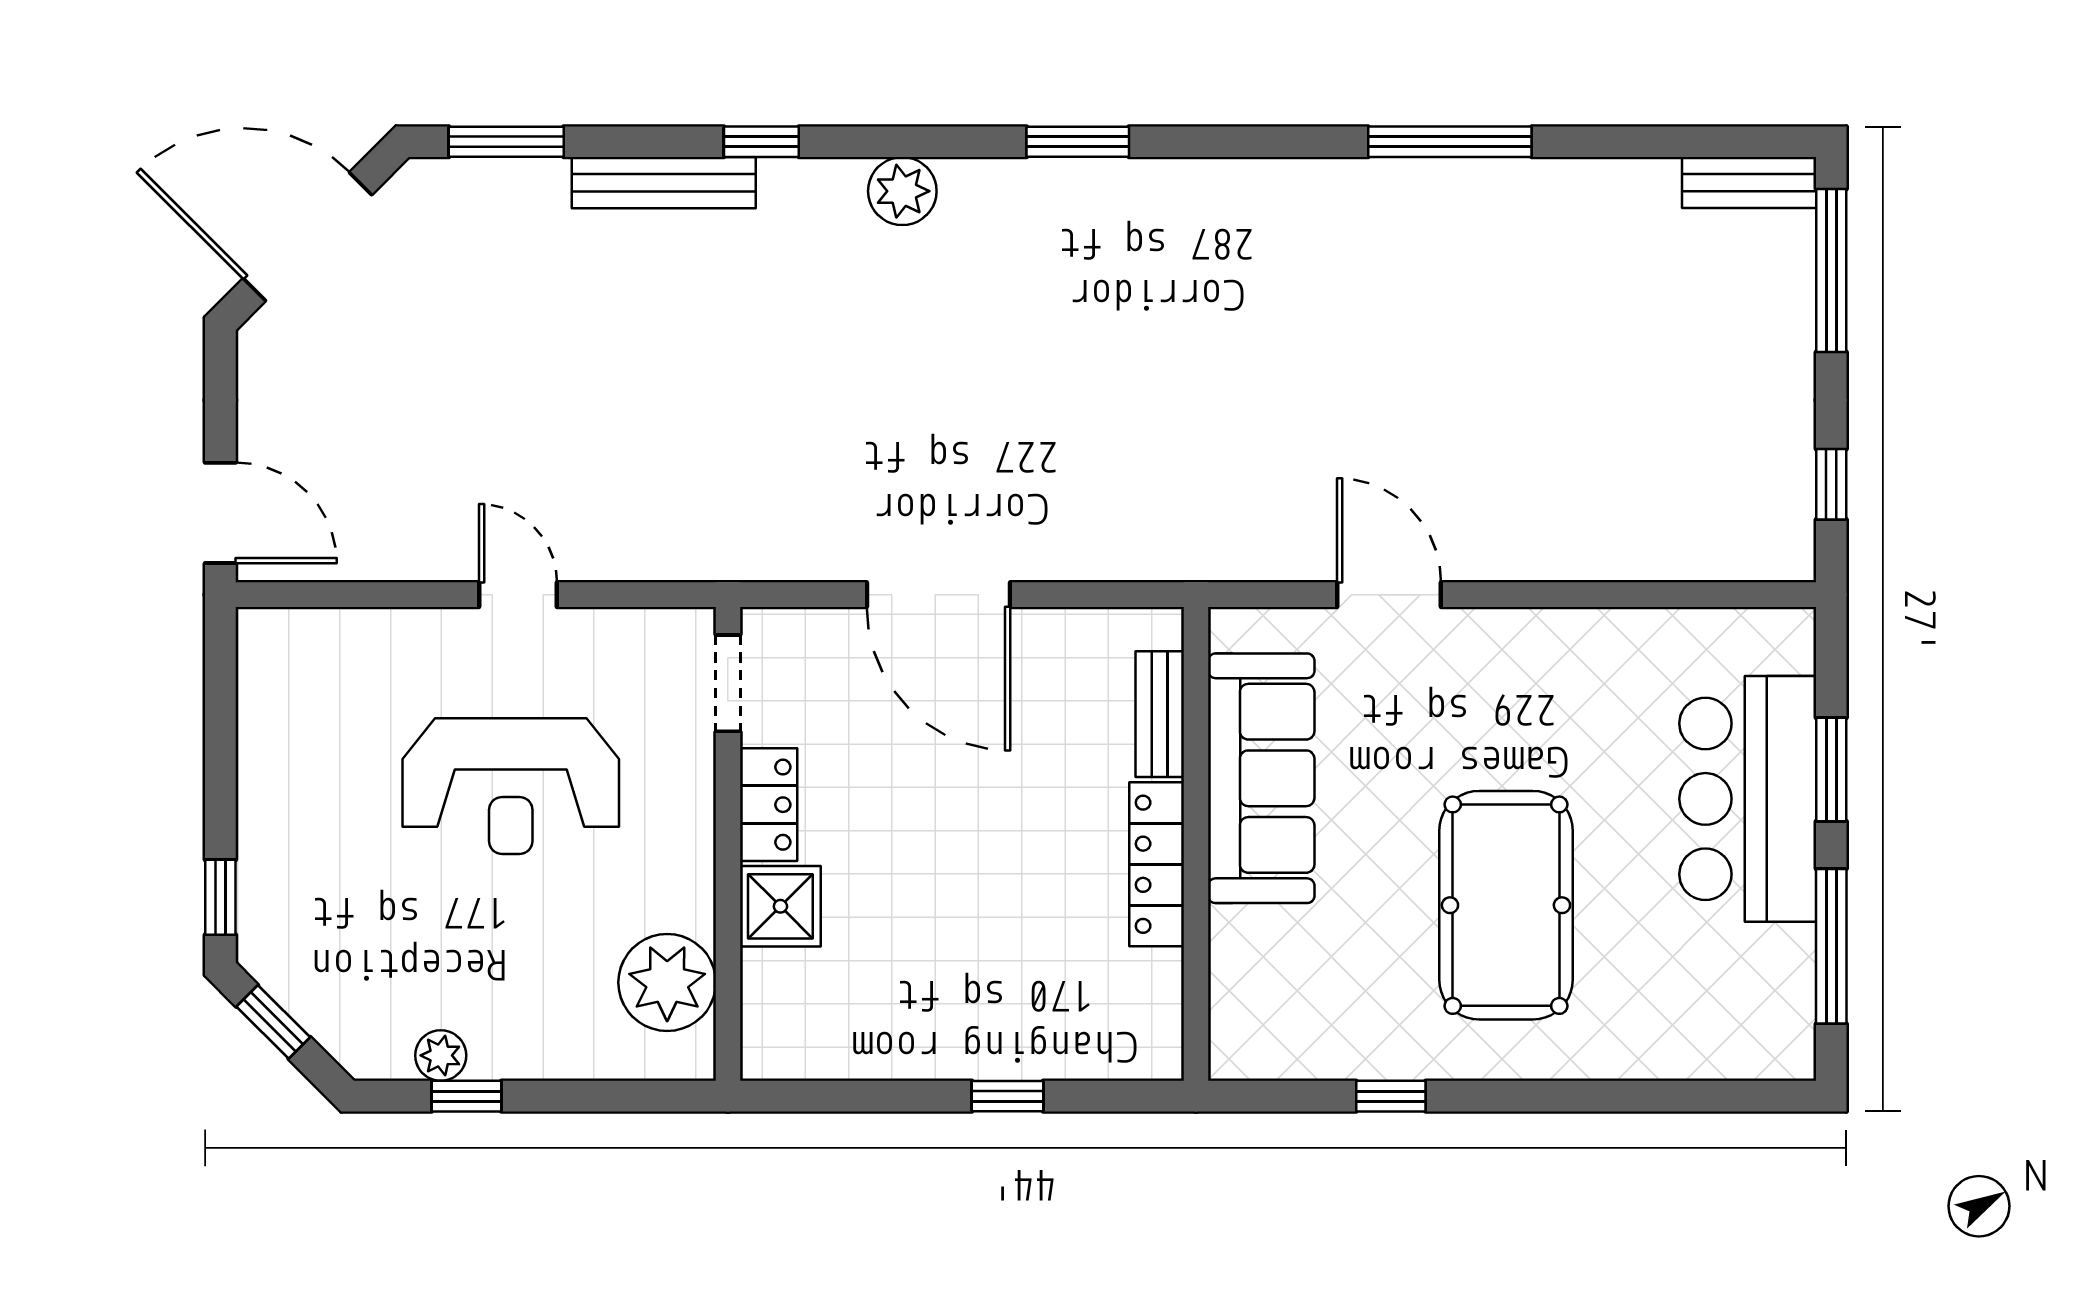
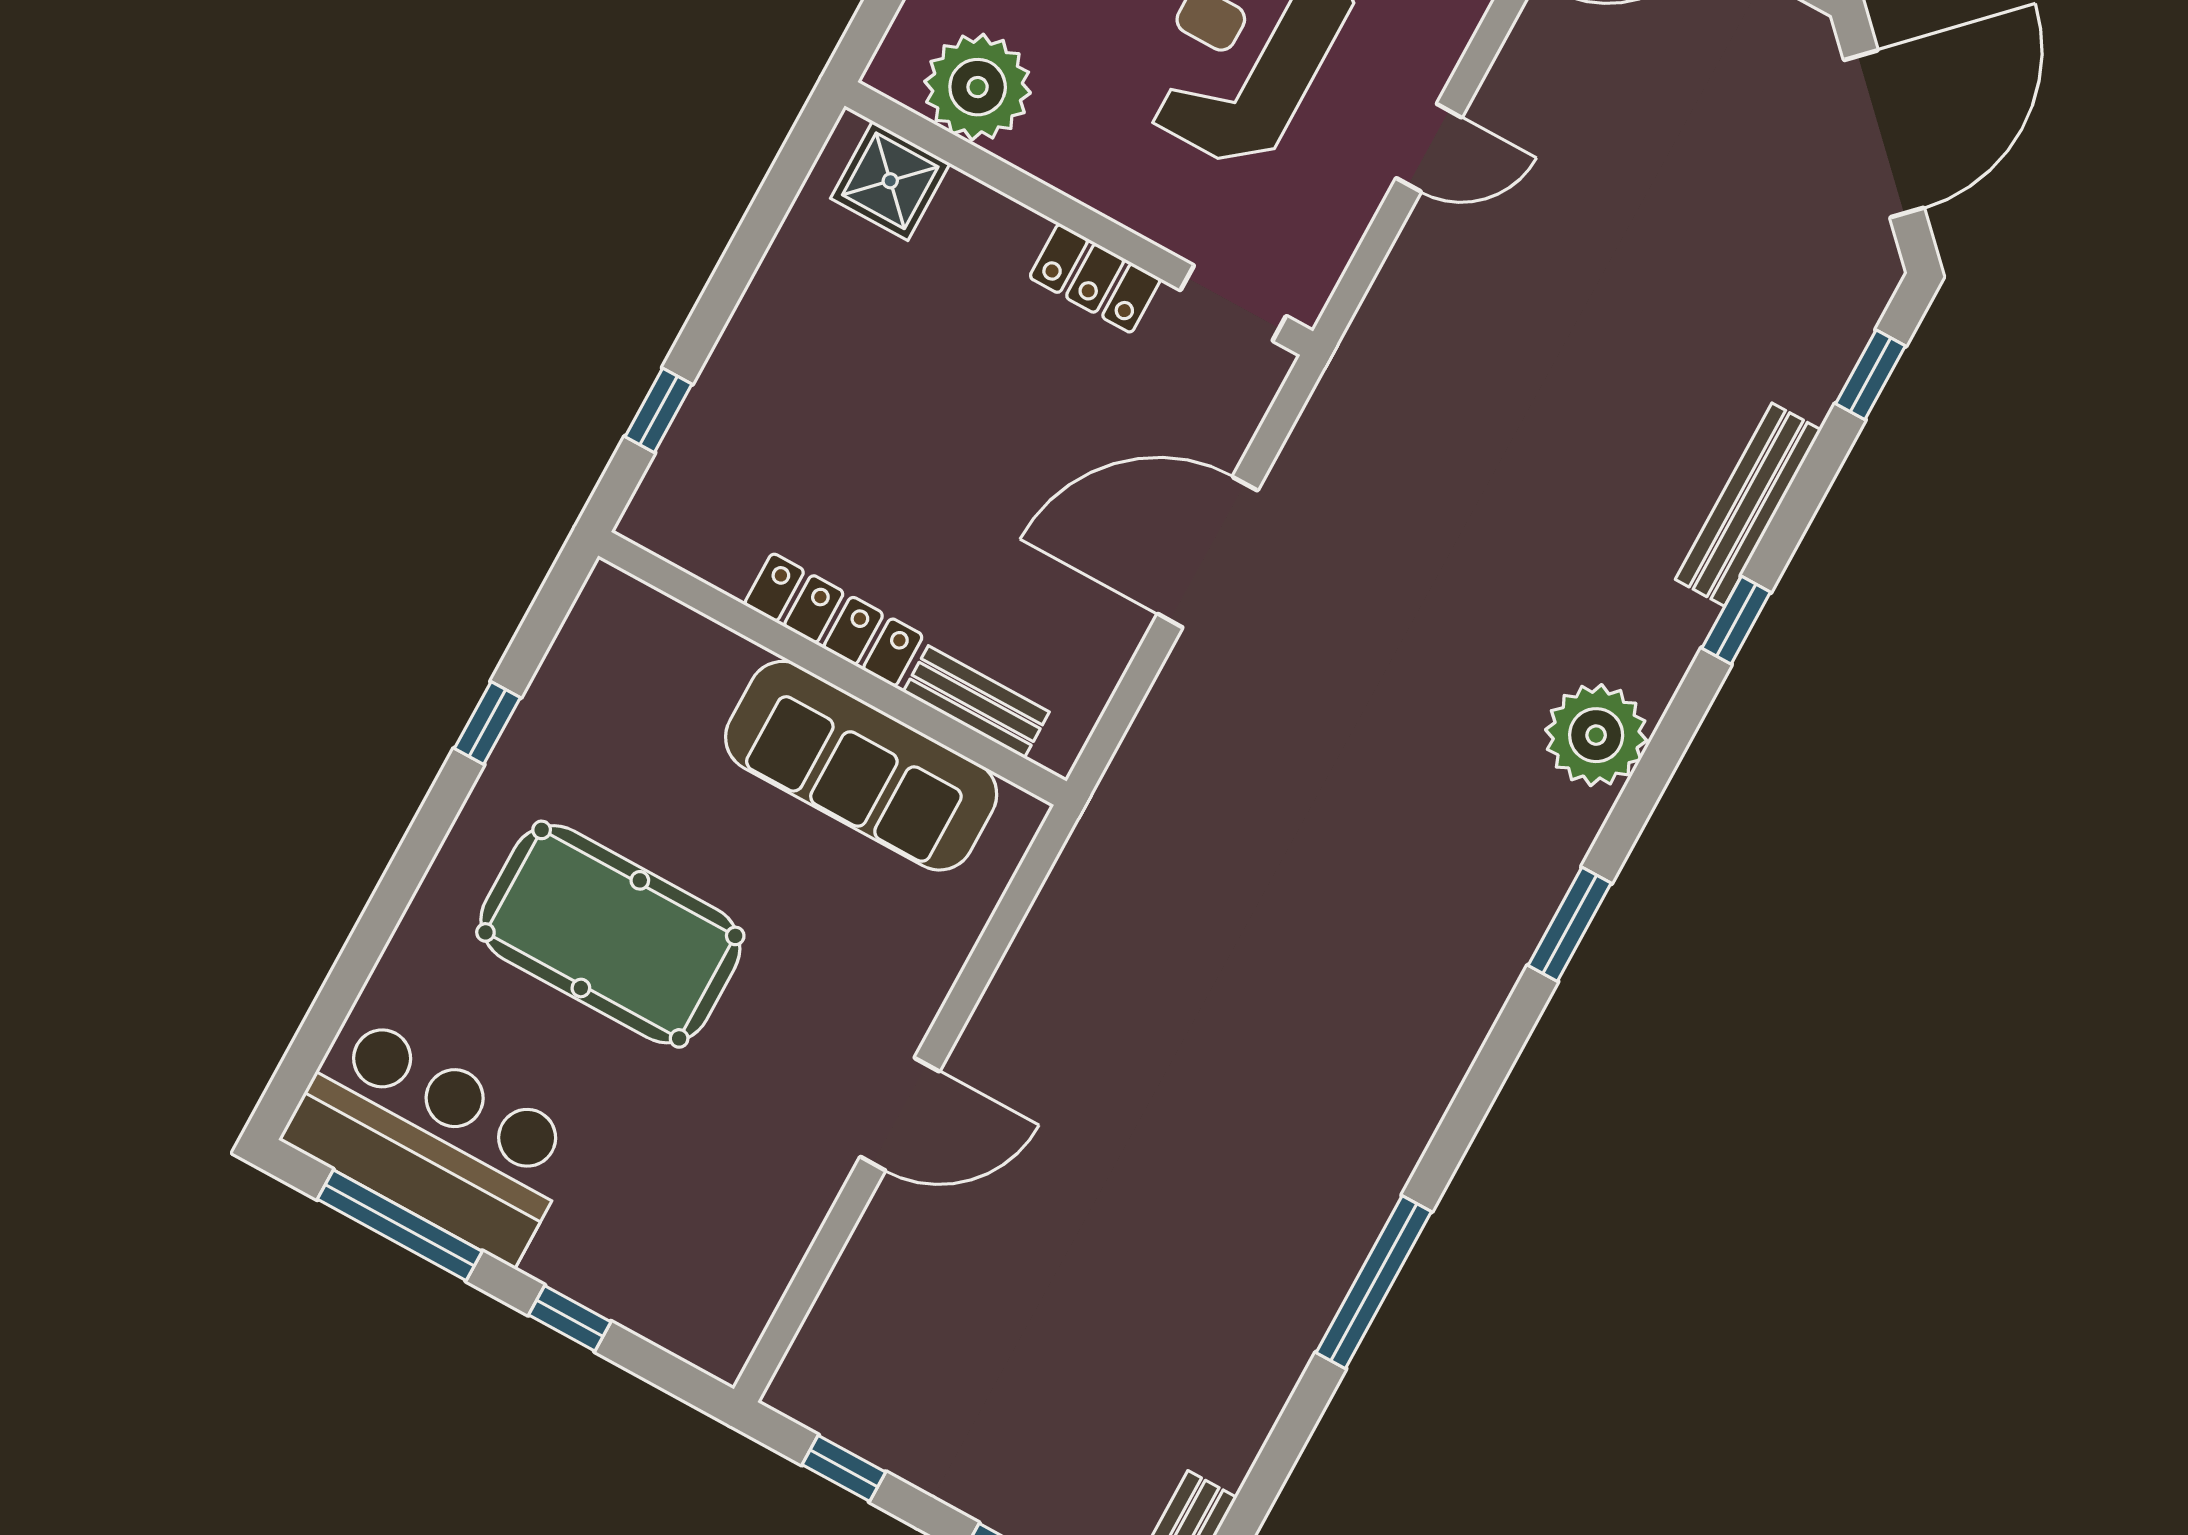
window: (506, 142) -> (1870, 375), width x0.67
plant: (902, 191) -> (1596, 735), width x1.36, depth x1.36
door: (1389, 595) -> (900, 1114), moved
window: (1831, 769) -> (570, 1318), width x0.67
bar counter: (1748, 799) -> (432, 1139), moved
shower: (780, 906) -> (890, 181), moved
window: (1007, 1096) -> (659, 410), moved

